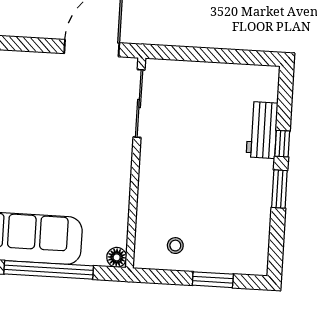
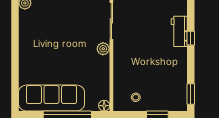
plant: (121, 153) -> (103, 49), added
window: (279, 189) -> (191, 94), moved

